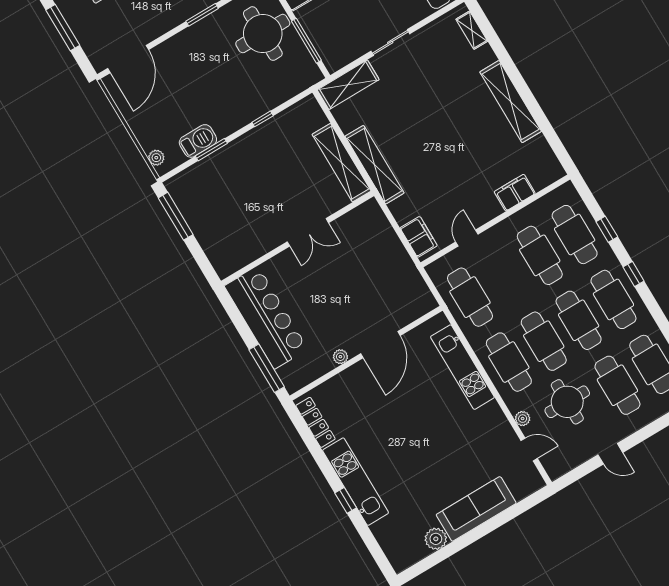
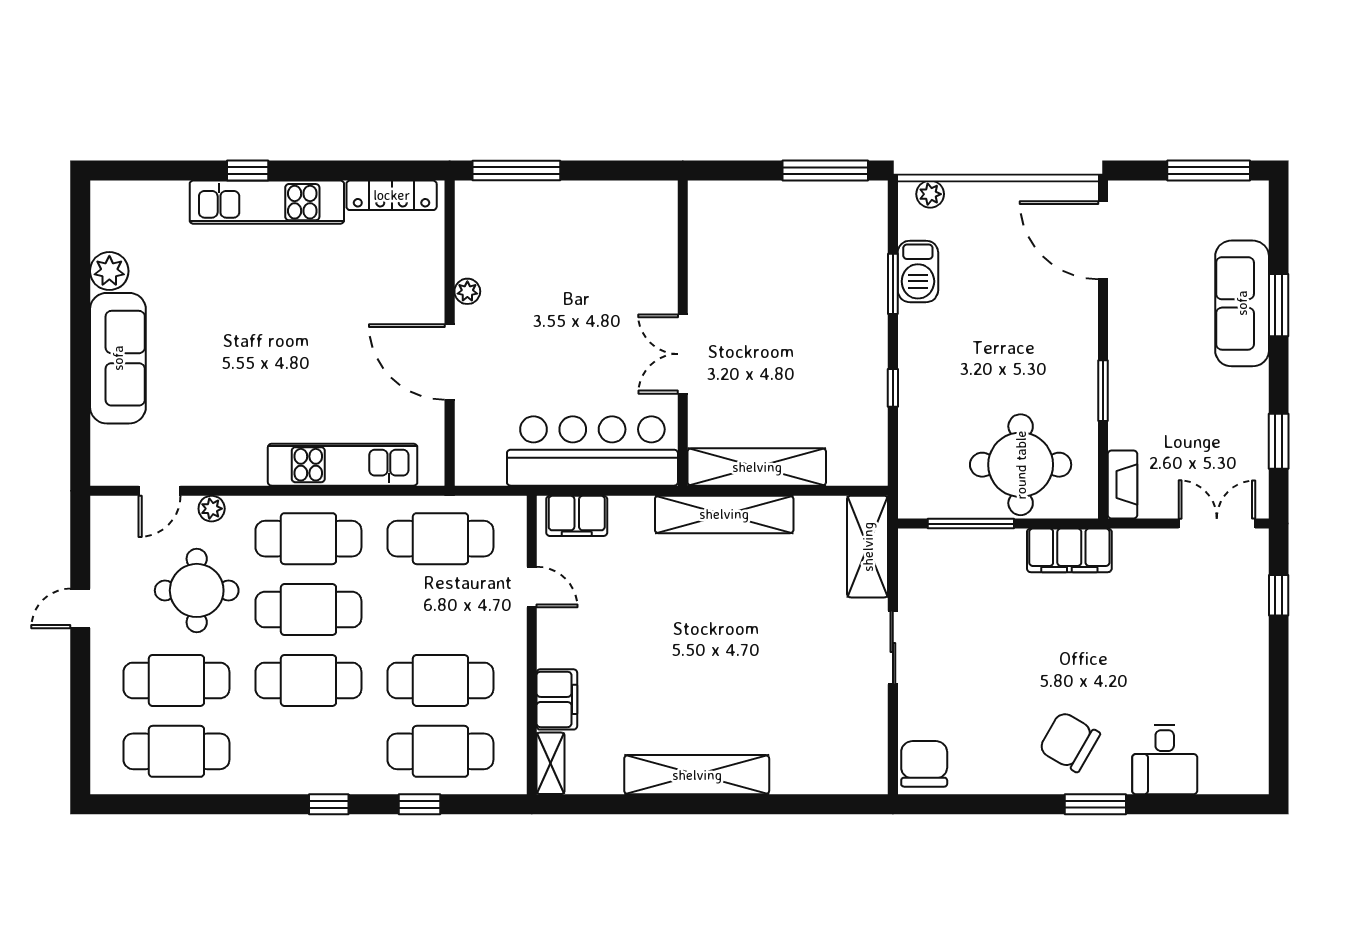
shelving: (472, 30) -> (551, 763), moved, turned 90
cafe table: (613, 299) -> (308, 751), removed
bar counter: (266, 318) -> (592, 451), moved, turned 180

